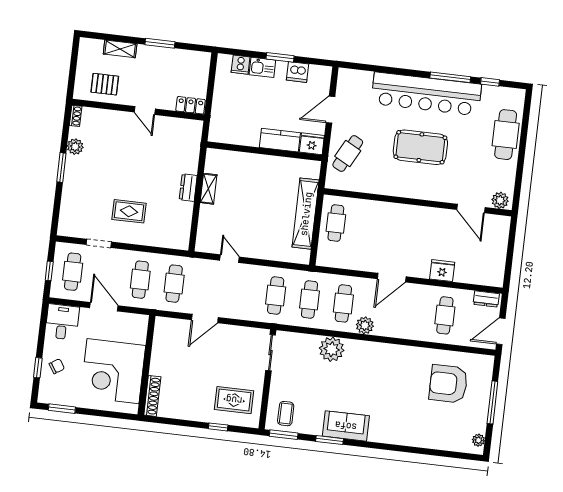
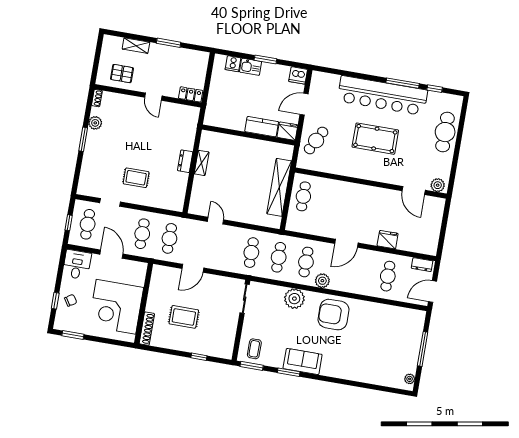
dishwasher: (298, 72) -> (298, 75), moved
armchair: (448, 384) -> (334, 315), moved
rug: (234, 400) -> (184, 317), moved

